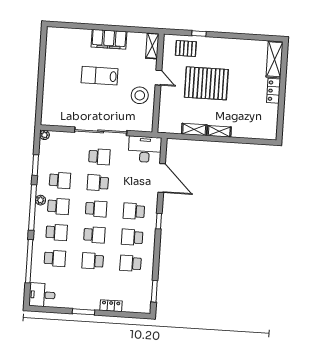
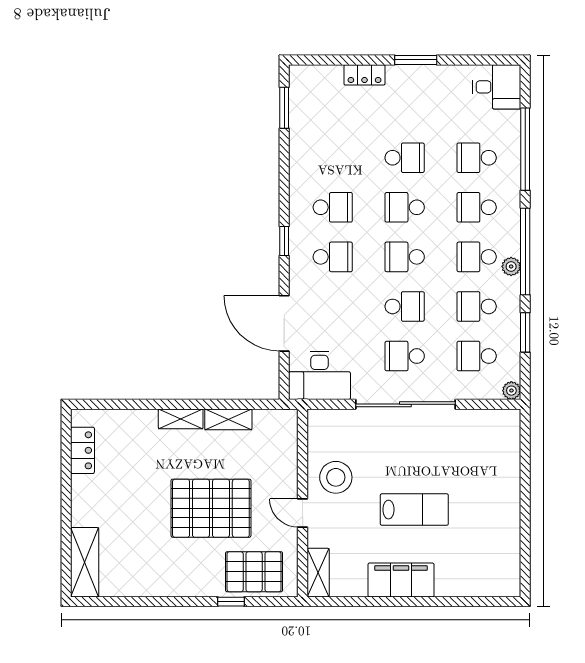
pallet: (186, 48) -> (254, 572), width x1.50, depth x1.42
locker: (274, 91) -> (82, 450), moved
school desk: (130, 263) -> (477, 356), moved, turned 180

